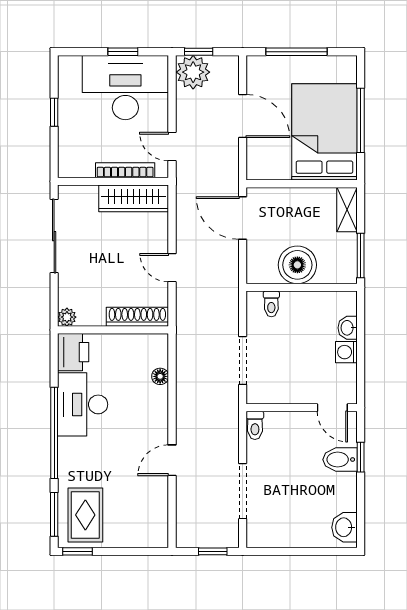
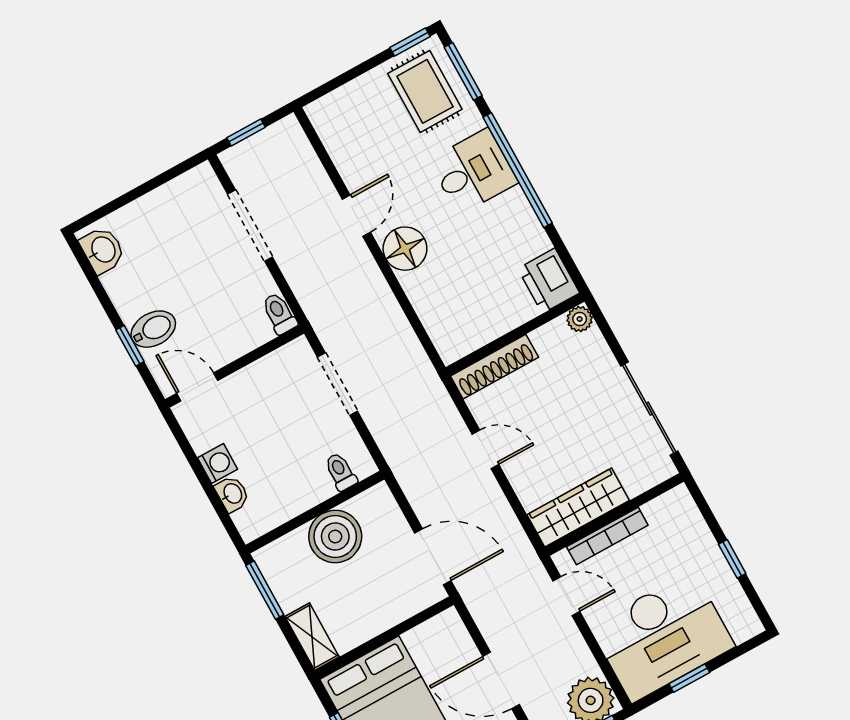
floor lamp: (160, 376) -> (405, 249), moved, width x1.89, depth x1.89
desk: (83, 404) -> (473, 171), moved, width x0.73

